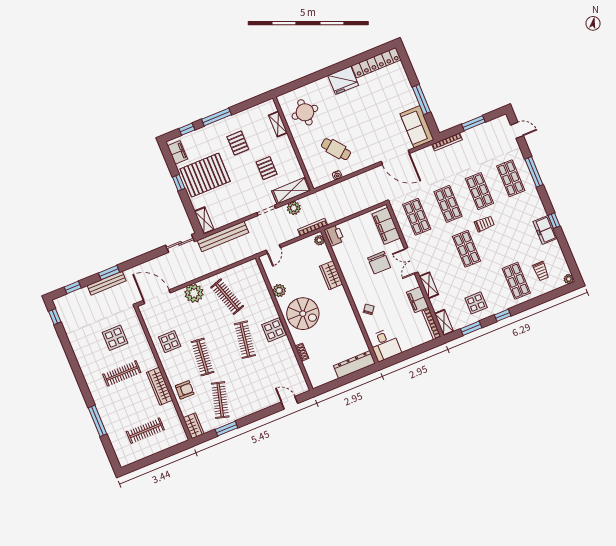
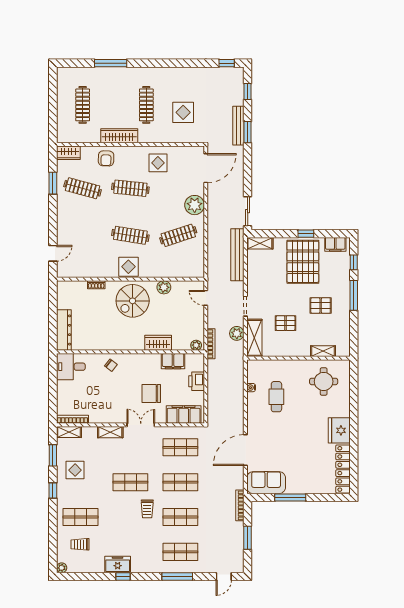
cafe table: (336, 149) -> (276, 397), turned -51
printer: (334, 235) -> (197, 381), moved, turned 90
filing cabinet: (418, 300) -> (173, 361), moved, turned 180

